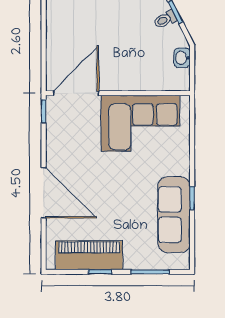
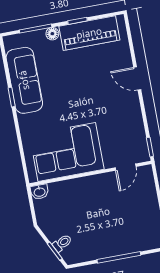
washbasin: (182, 58) -> (40, 192), moved, turned 90
door: (76, 93) -> (126, 167), width x0.53
door: (44, 193) -> (137, 78), width x0.53
floor lamp: (132, 262) -> (52, 34), added

